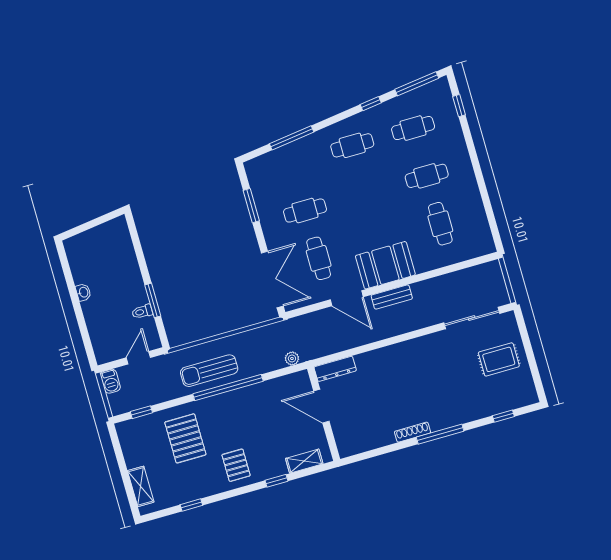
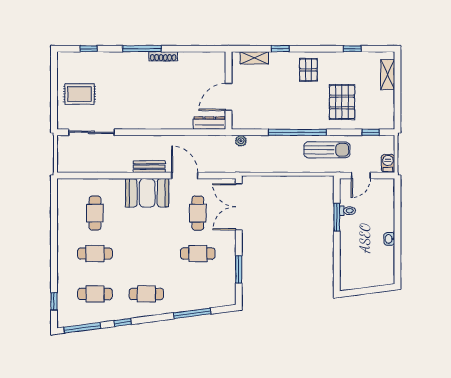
sun lounger: (209, 371) -> (327, 150), moved
door: (321, 406) -> (229, 97), swing flipped

